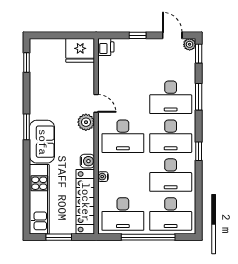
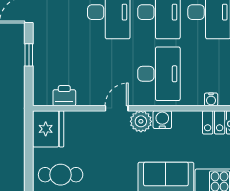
printer: (106, 47) -> (64, 96), moved
cafe table: (45, 60) -> (61, 175), added
water cooler: (87, 161) -> (162, 120), moved

